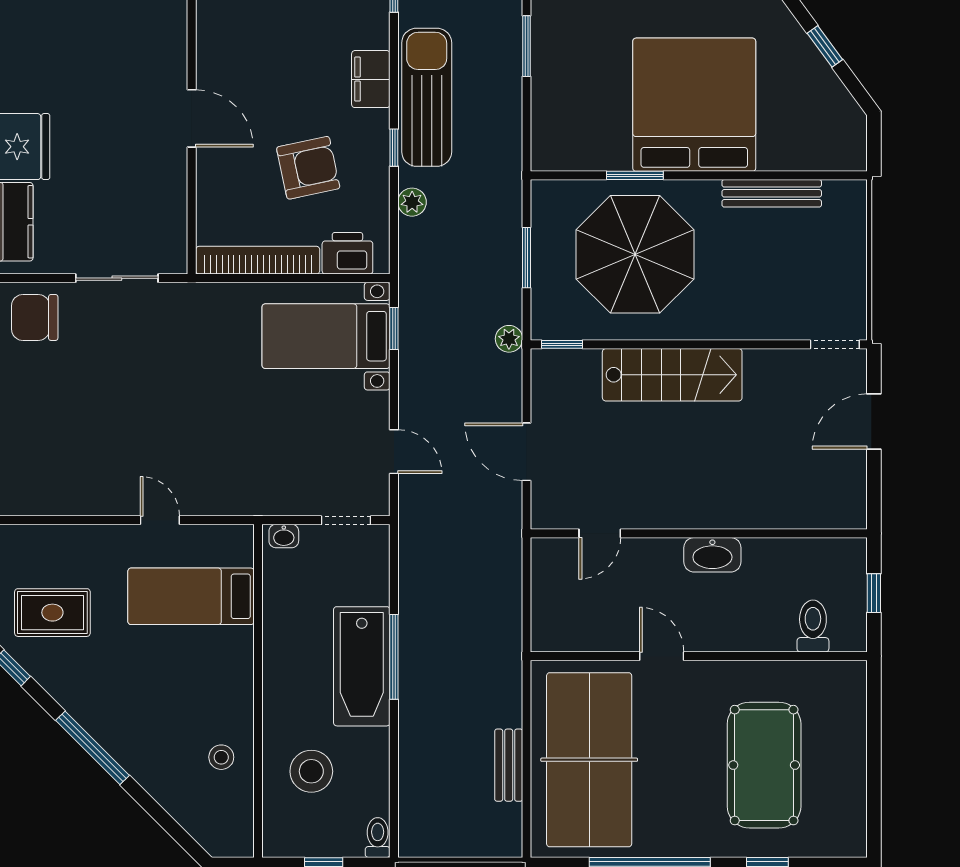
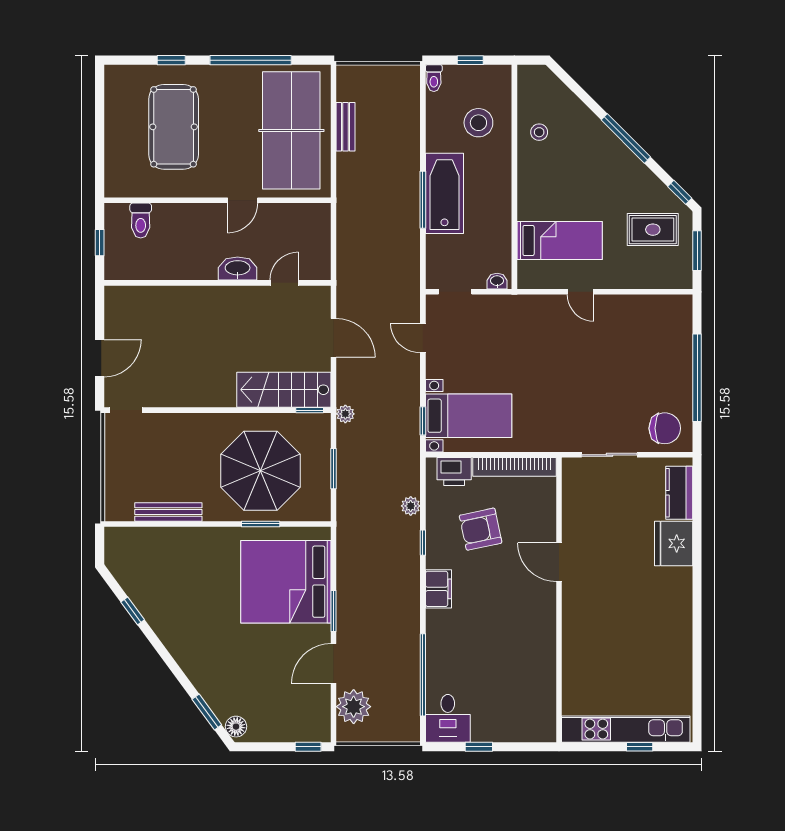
sun lounger: (427, 97) -> (401, 577), removed
bed: (694, 105) -> (286, 582), moved, turned 90
stairs: (672, 375) -> (284, 390), moved
washbasin: (712, 555) -> (238, 268), moved
door: (662, 656) -> (243, 200), hinge flipped

